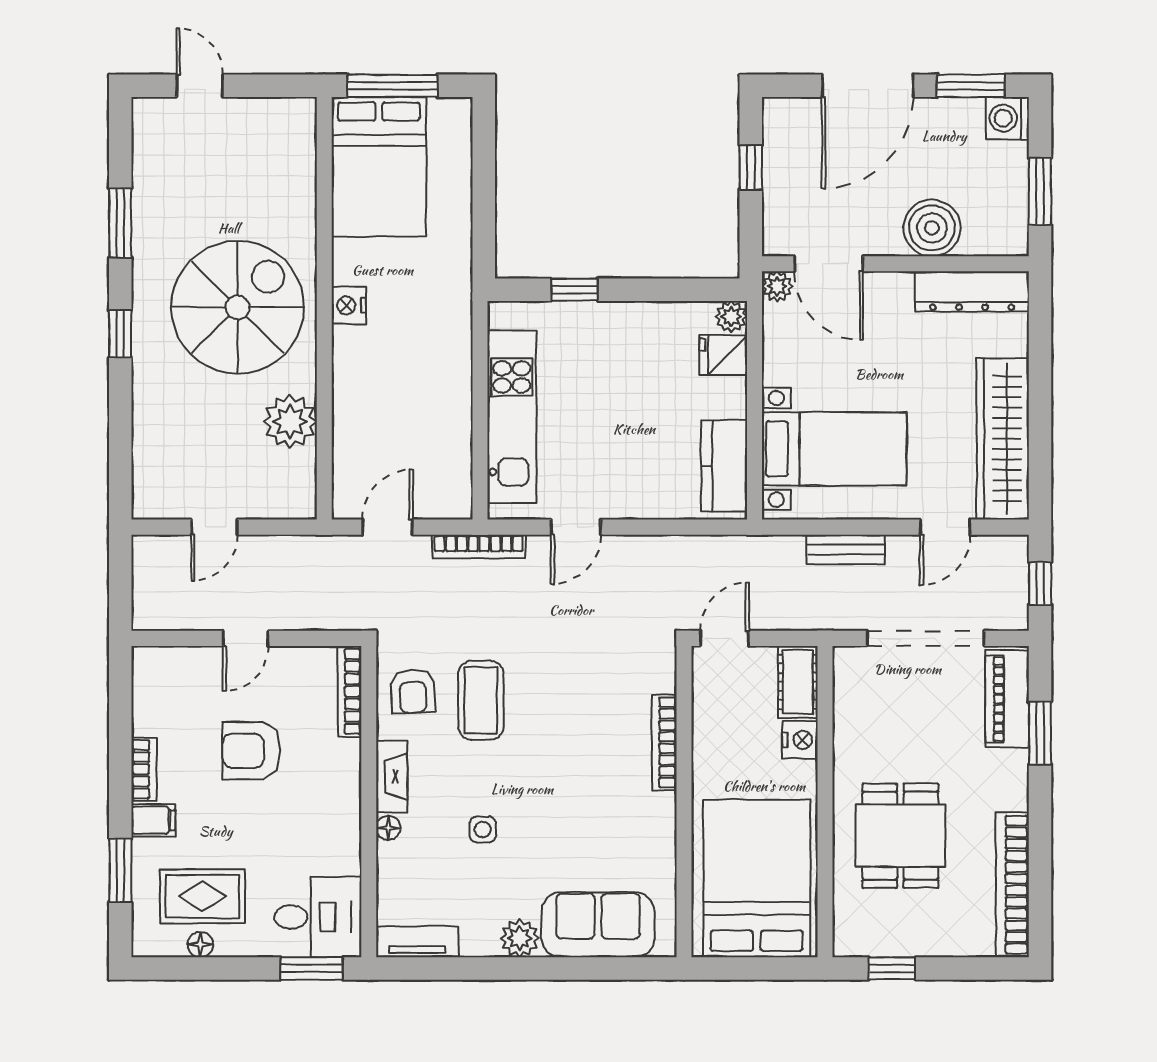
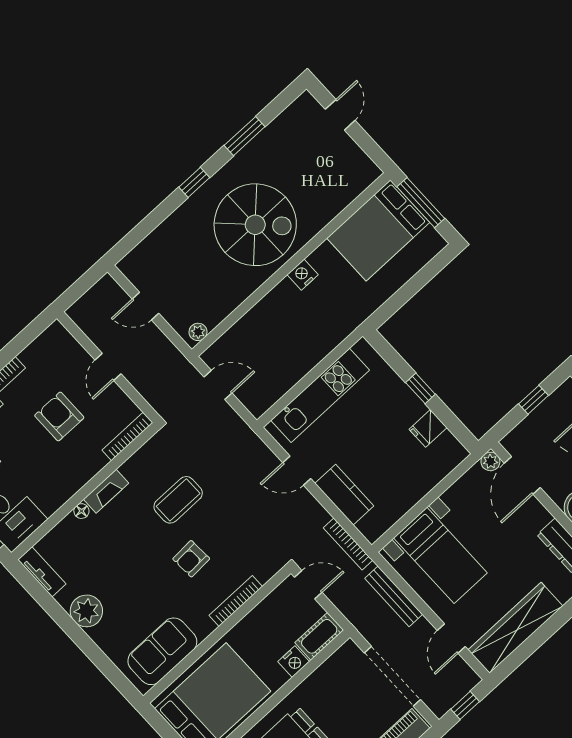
window: (574, 290) -> (420, 388), moved
plant: (731, 317) -> (458, 453), removed
fridge: (723, 355) -> (428, 428), moved, turned -90
plant: (290, 422) -> (198, 332), moved, width x0.53, depth x0.53
kitchen counter: (724, 466) -> (344, 495), moved, turned 90
door: (945, 527) -> (451, 639), hinge flipped
bookcase: (479, 546) -> (348, 544), moved
bench: (846, 549) -> (394, 596), width x1.36
door: (246, 638) -> (108, 367), hinge flipped
armchair: (413, 691) -> (191, 559), moved
side table: (483, 830) -> (120, 555), removed
sofa: (598, 925) -> (162, 651), moved, turned -90
plant: (520, 938) -> (86, 611), width x1.36, depth x1.36

